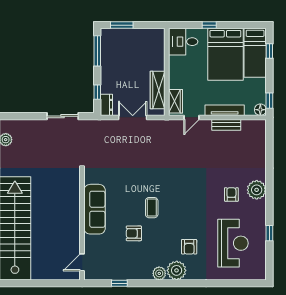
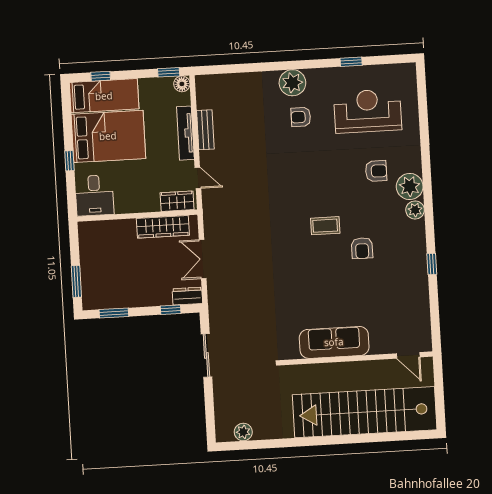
window: (97, 51) -> (114, 313), width x0.69
sofa: (95, 209) -> (334, 342), moved
wall: (82, 225) -> (357, 358), moved
door: (82, 262) -> (408, 355), moved

